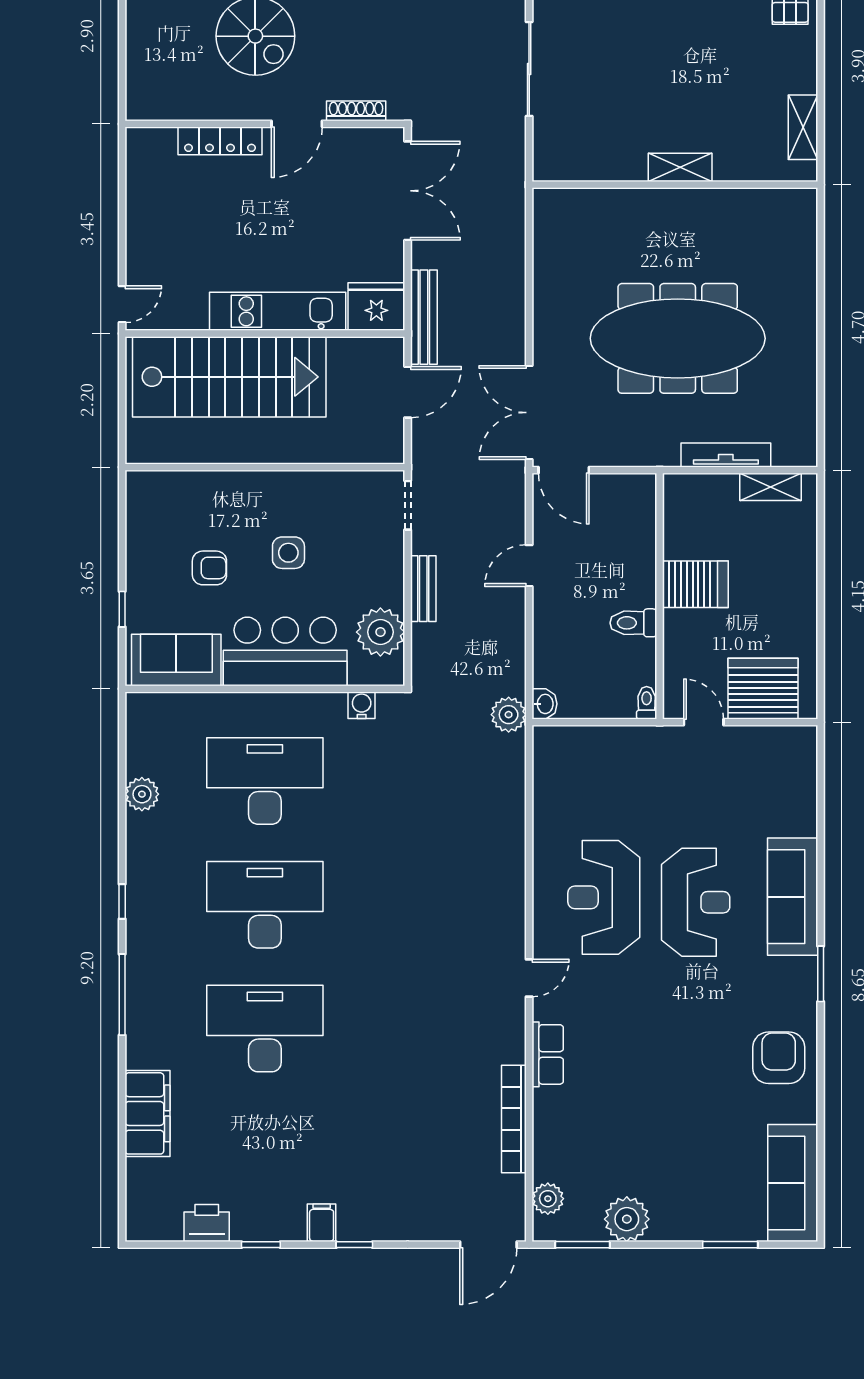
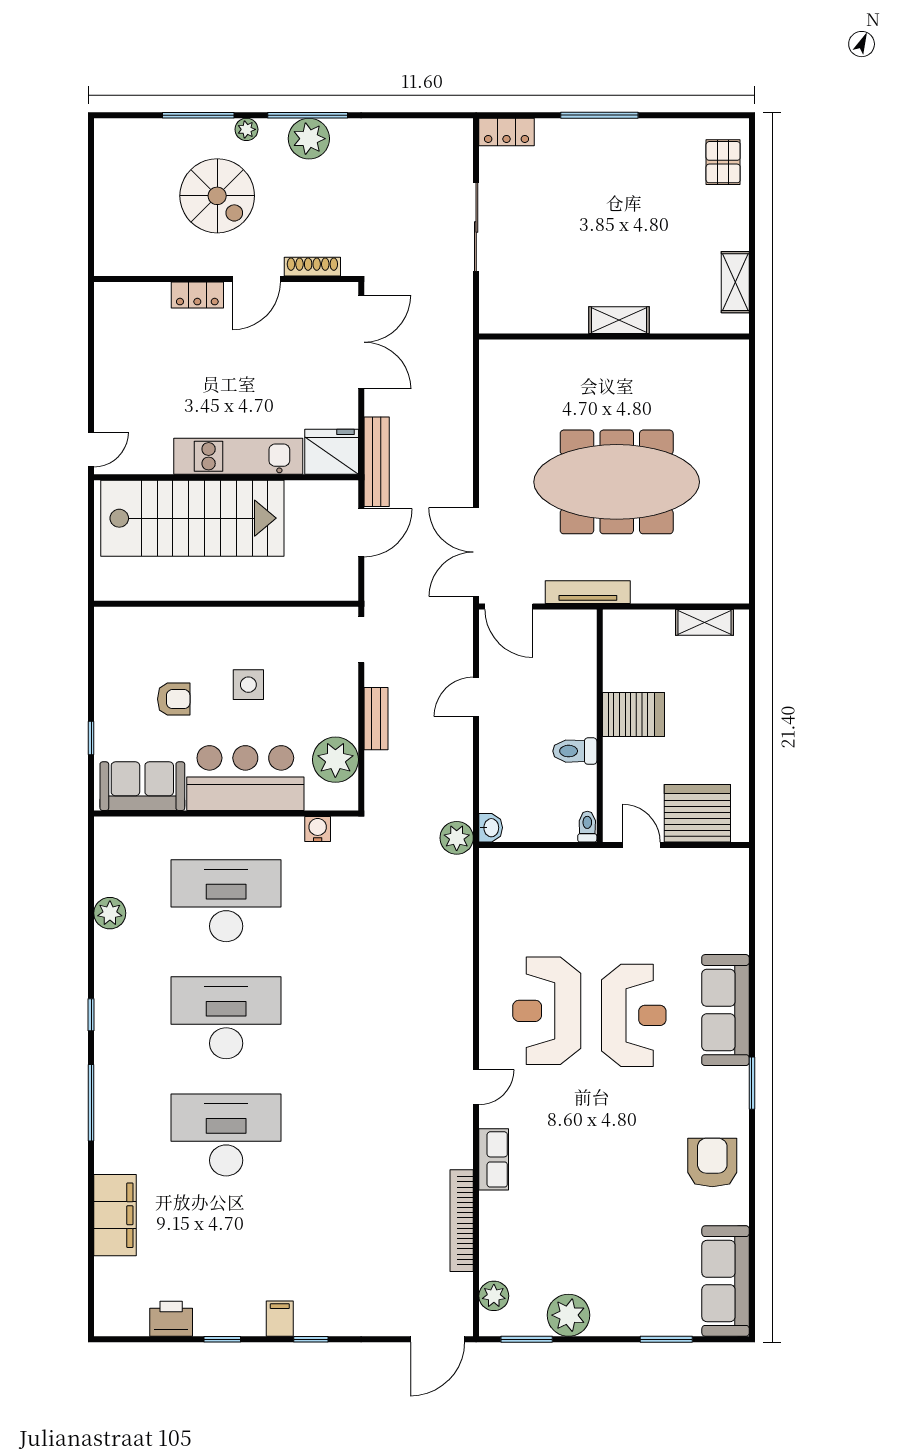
locker: (220, 141) -> (197, 295), width x0.66
tv unit: (726, 455) -> (588, 592), moved

